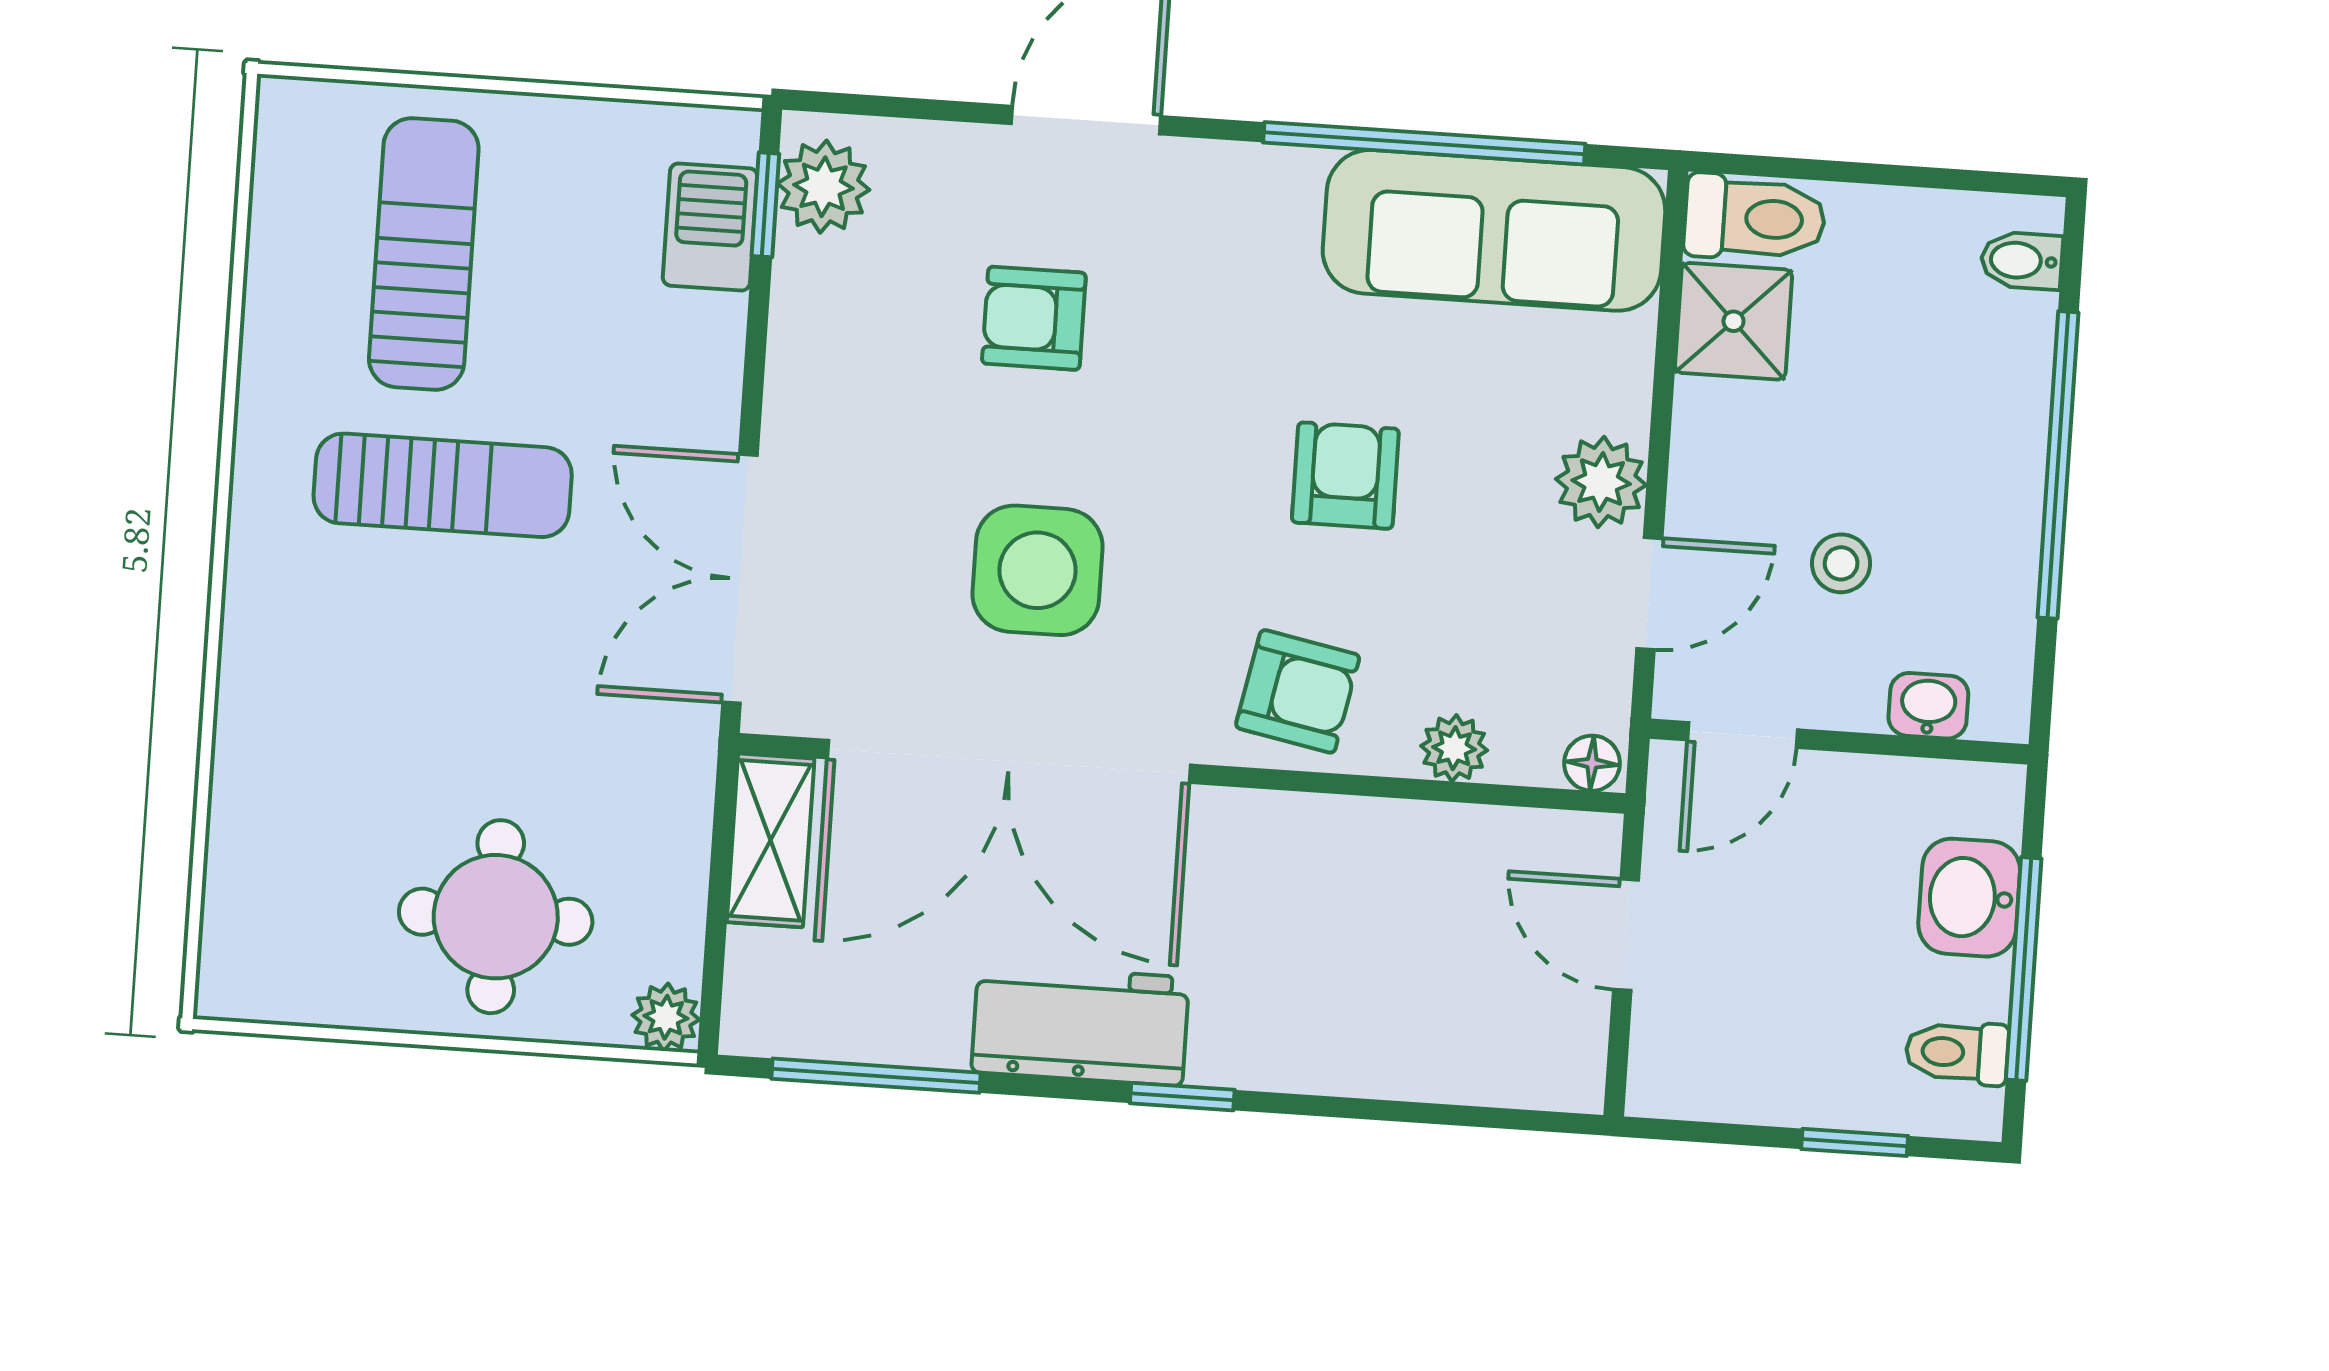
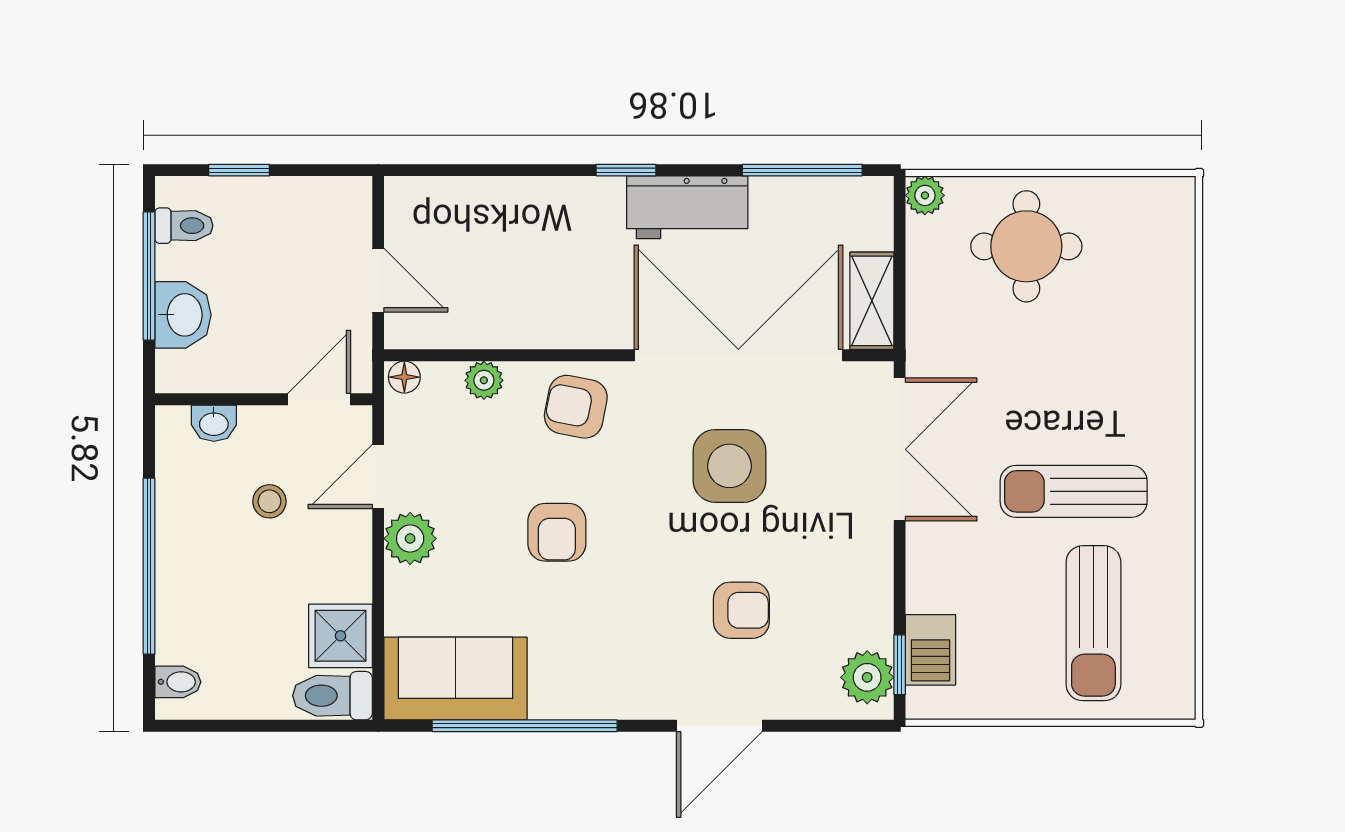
sofa: (1494, 230) -> (456, 679), width x0.73

